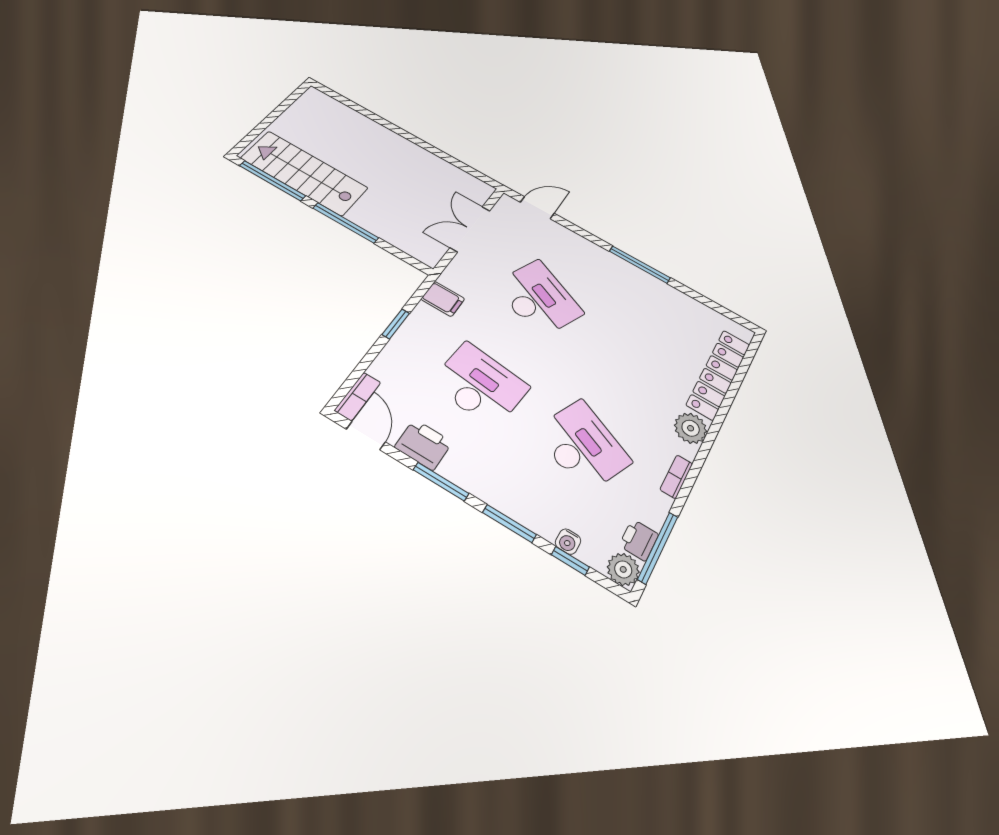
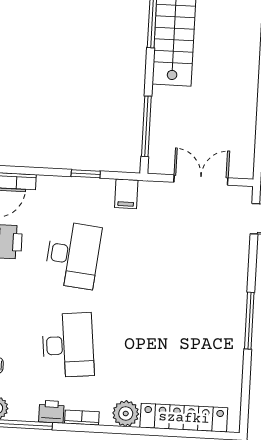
window: (346, 223) -> (146, 126), moved
desk: (539, 298) -> (169, 260), removed
desk: (583, 446) -> (68, 345), turned -30
printer: (639, 540) -> (51, 412), moved

